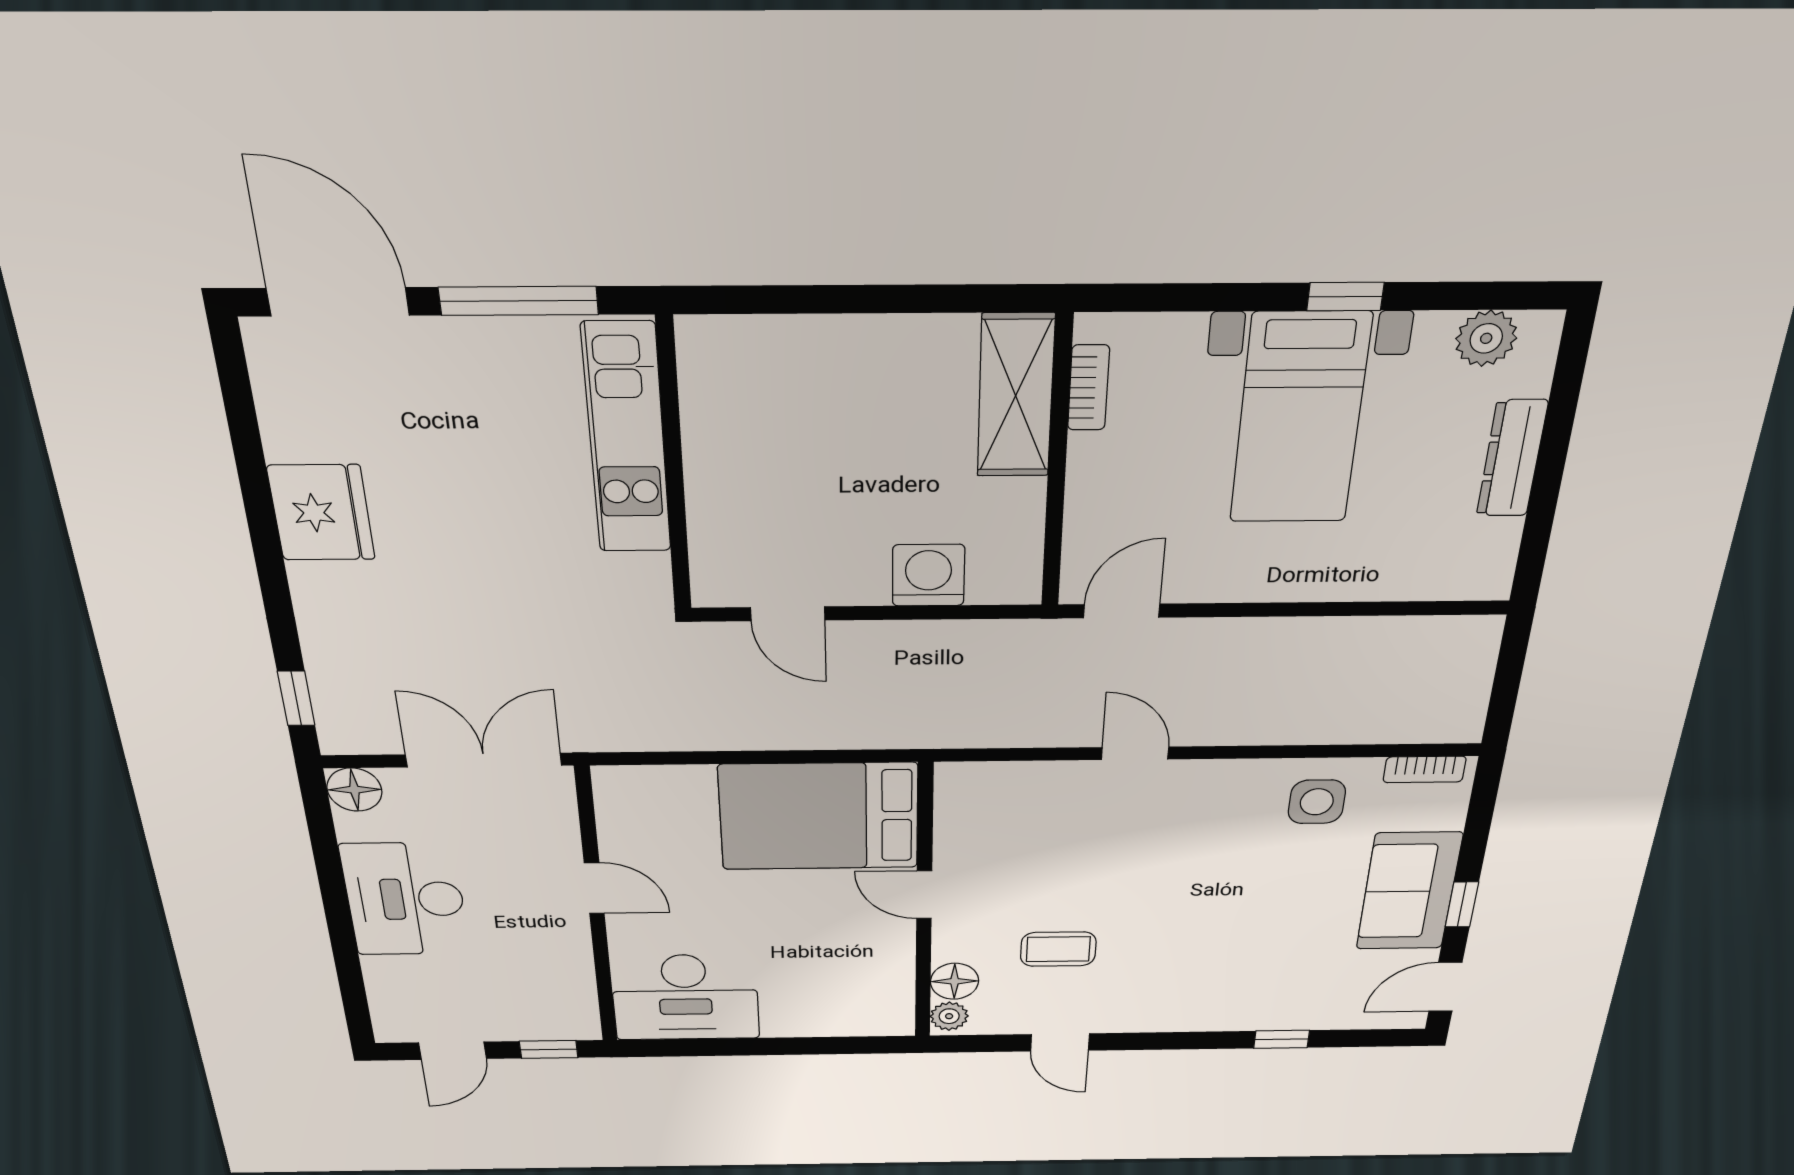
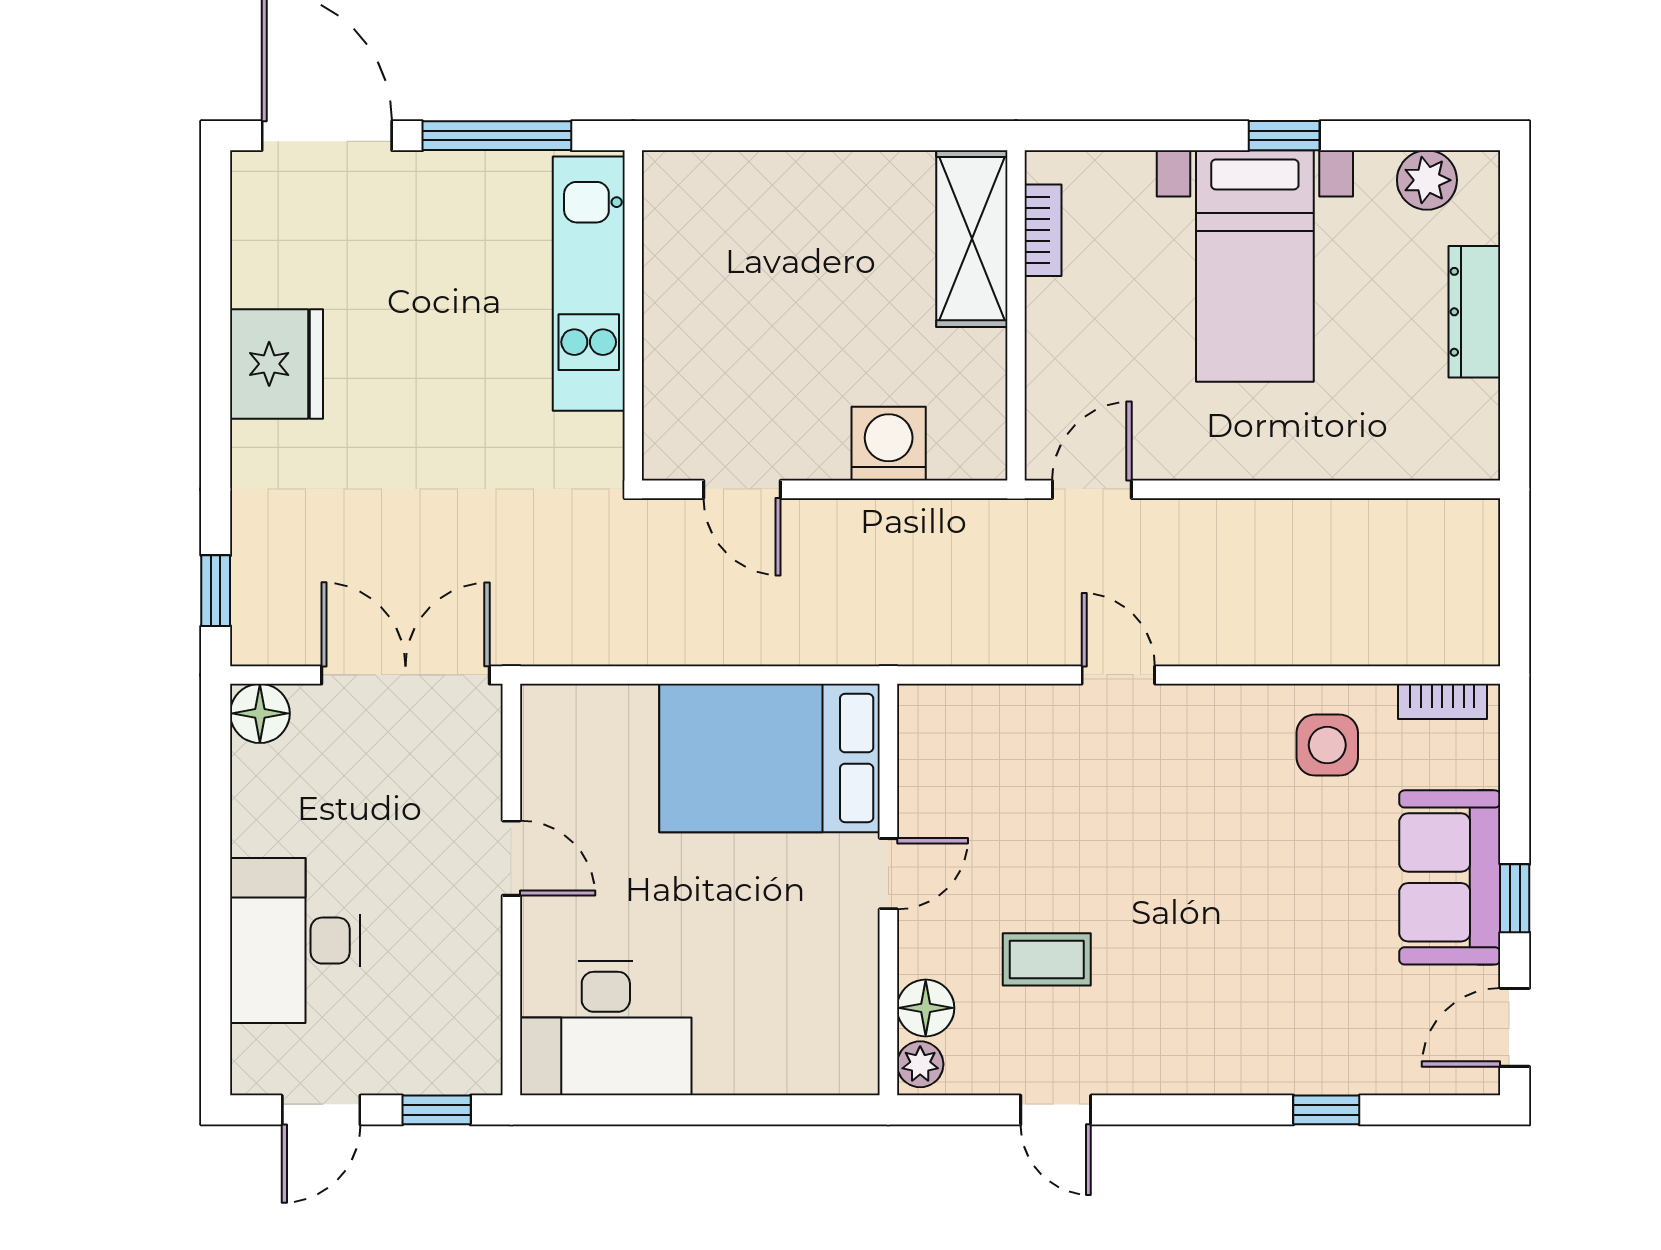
door: (924, 895) -> (888, 874), swing flipped
desk: (405, 899) -> (295, 941), moved

